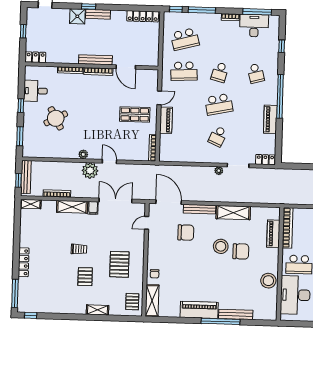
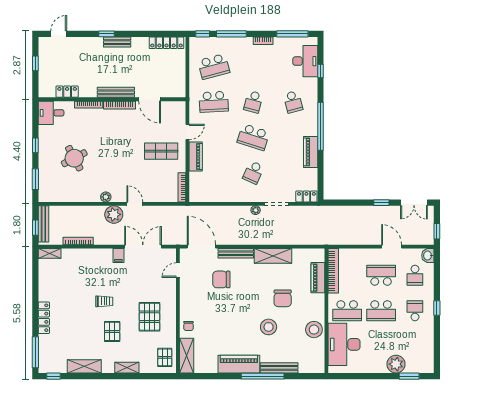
shower: (77, 16) -> (94, 45), removed
desk: (254, 26) -> (305, 61), moved, turned 90
locker: (36, 57) -> (67, 92), moved
desk: (36, 91) -> (51, 113), moved
school desk: (219, 104) -> (253, 137), turned 30
shelving: (72, 207) -> (84, 366), moved
chair: (186, 233) -> (221, 279), turned 180
stool: (221, 246) -> (269, 327), moved
chair: (241, 251) -> (283, 298), turned 90

